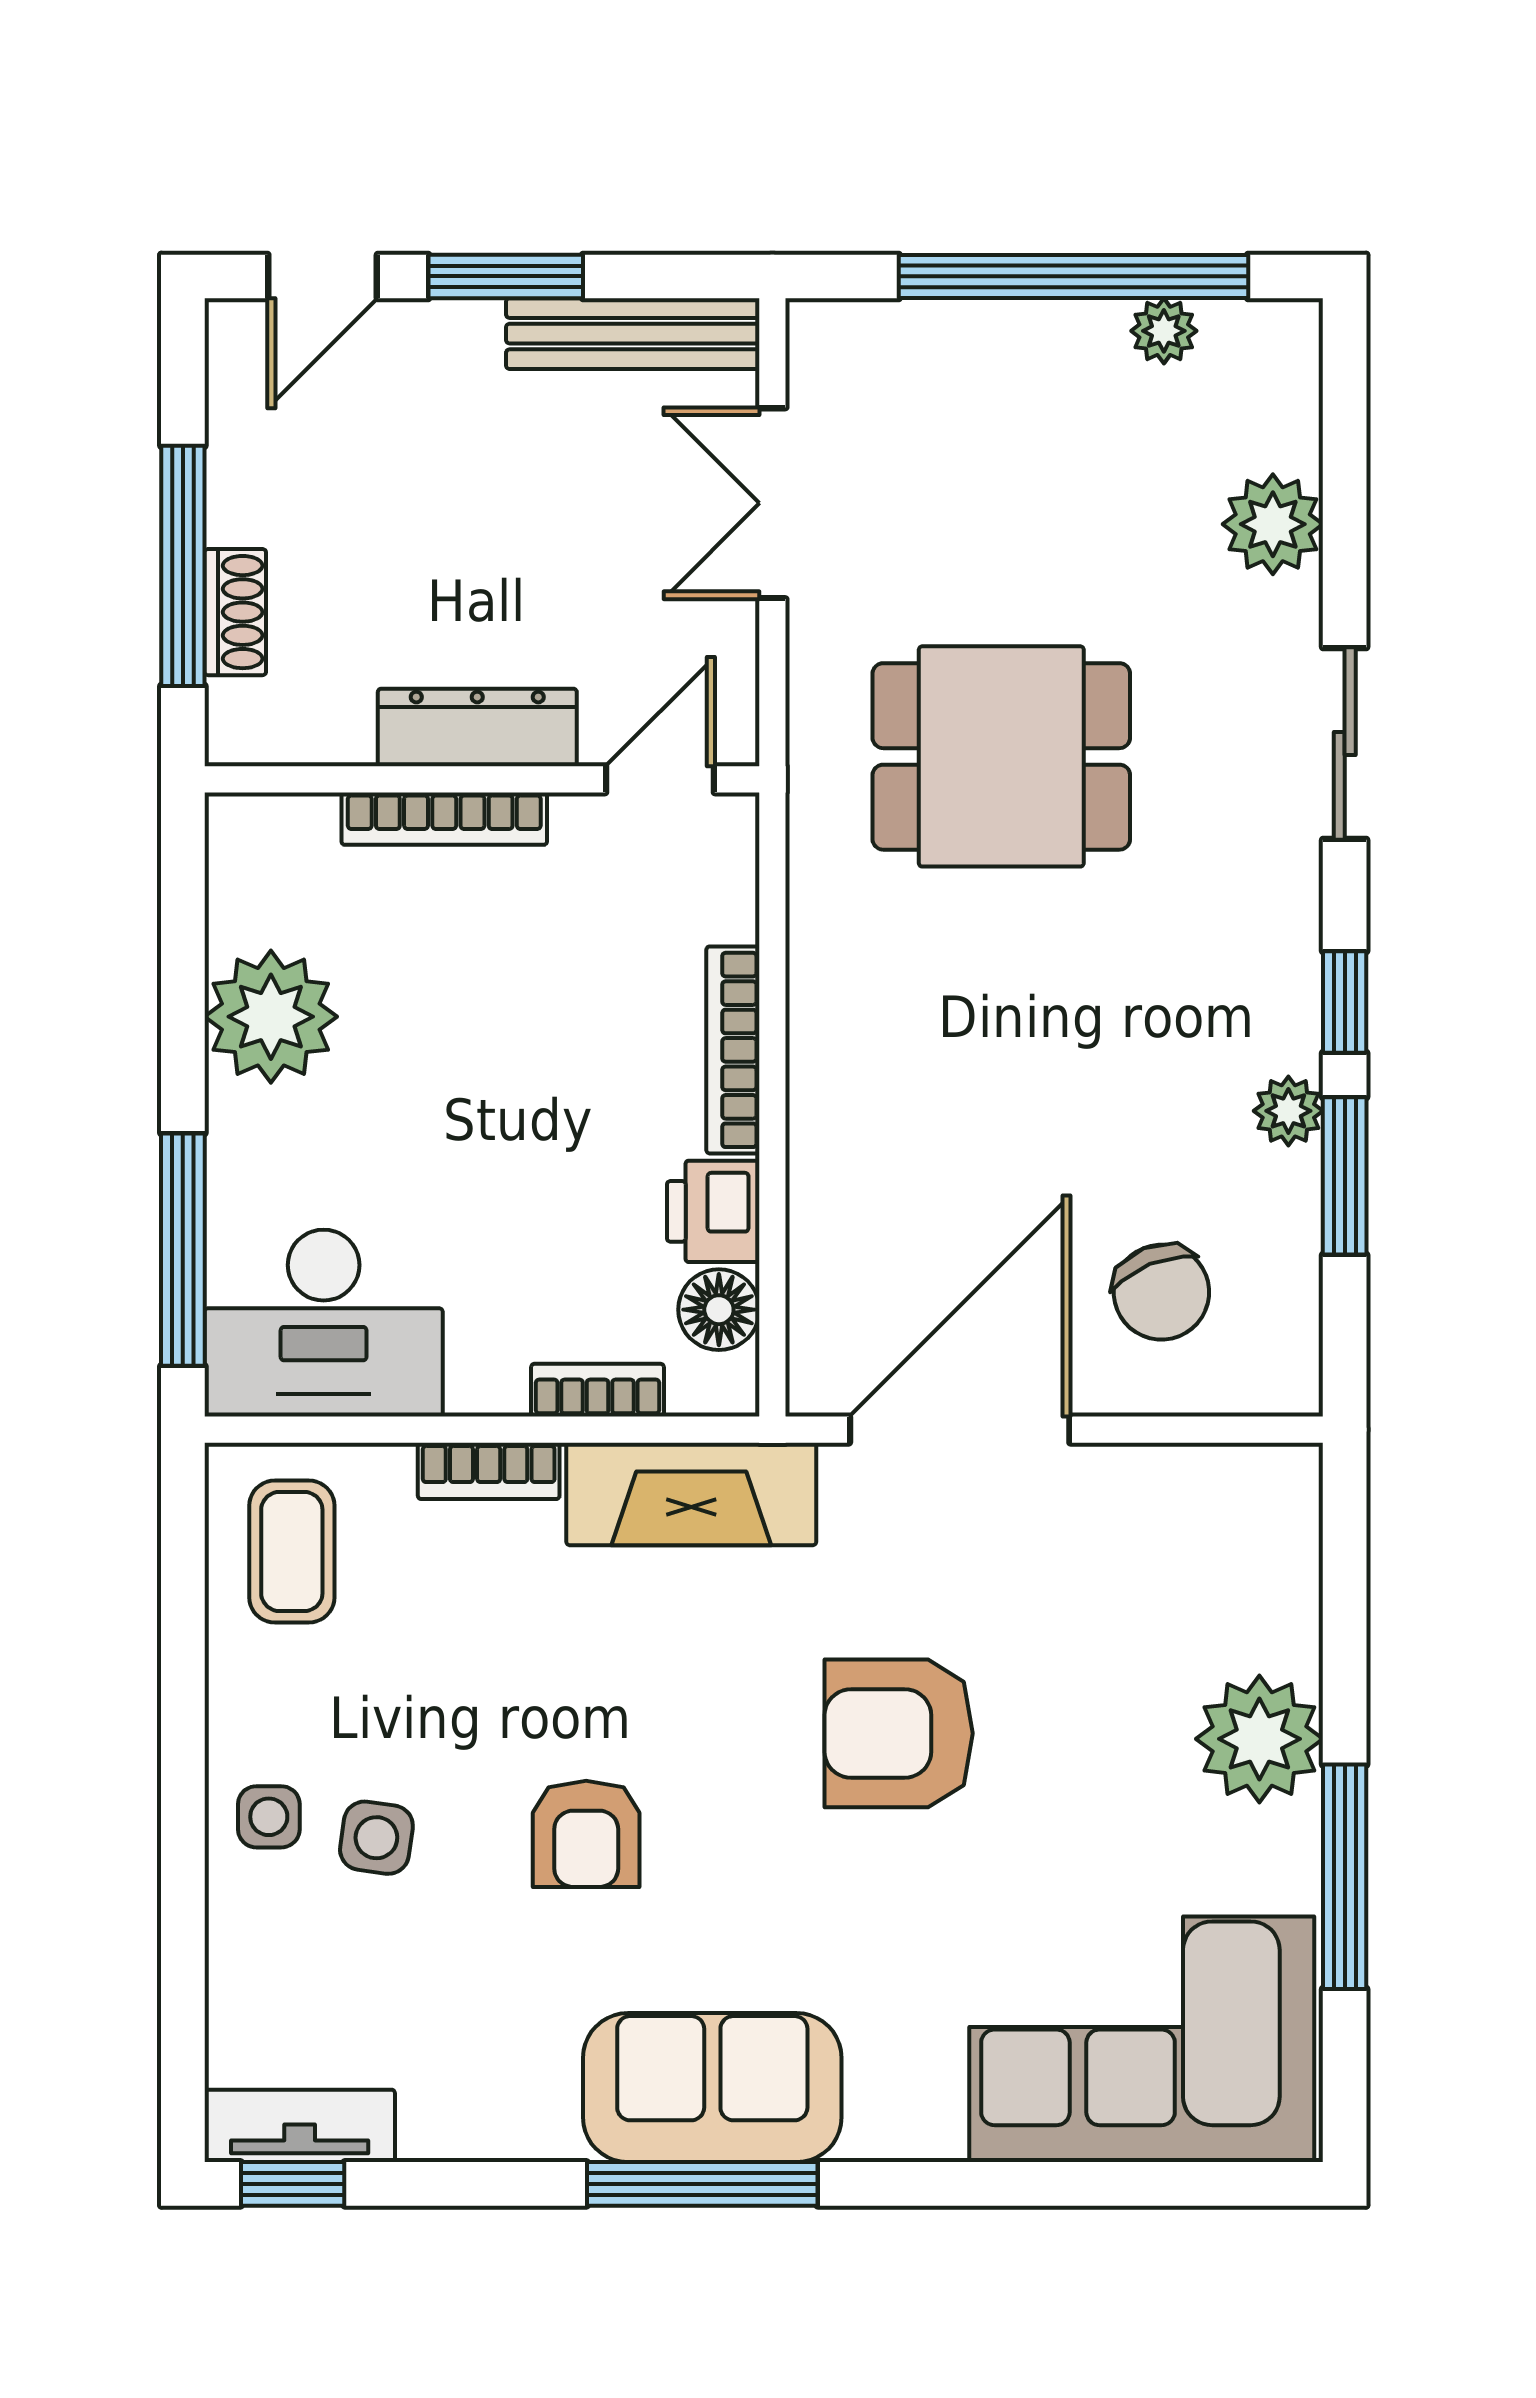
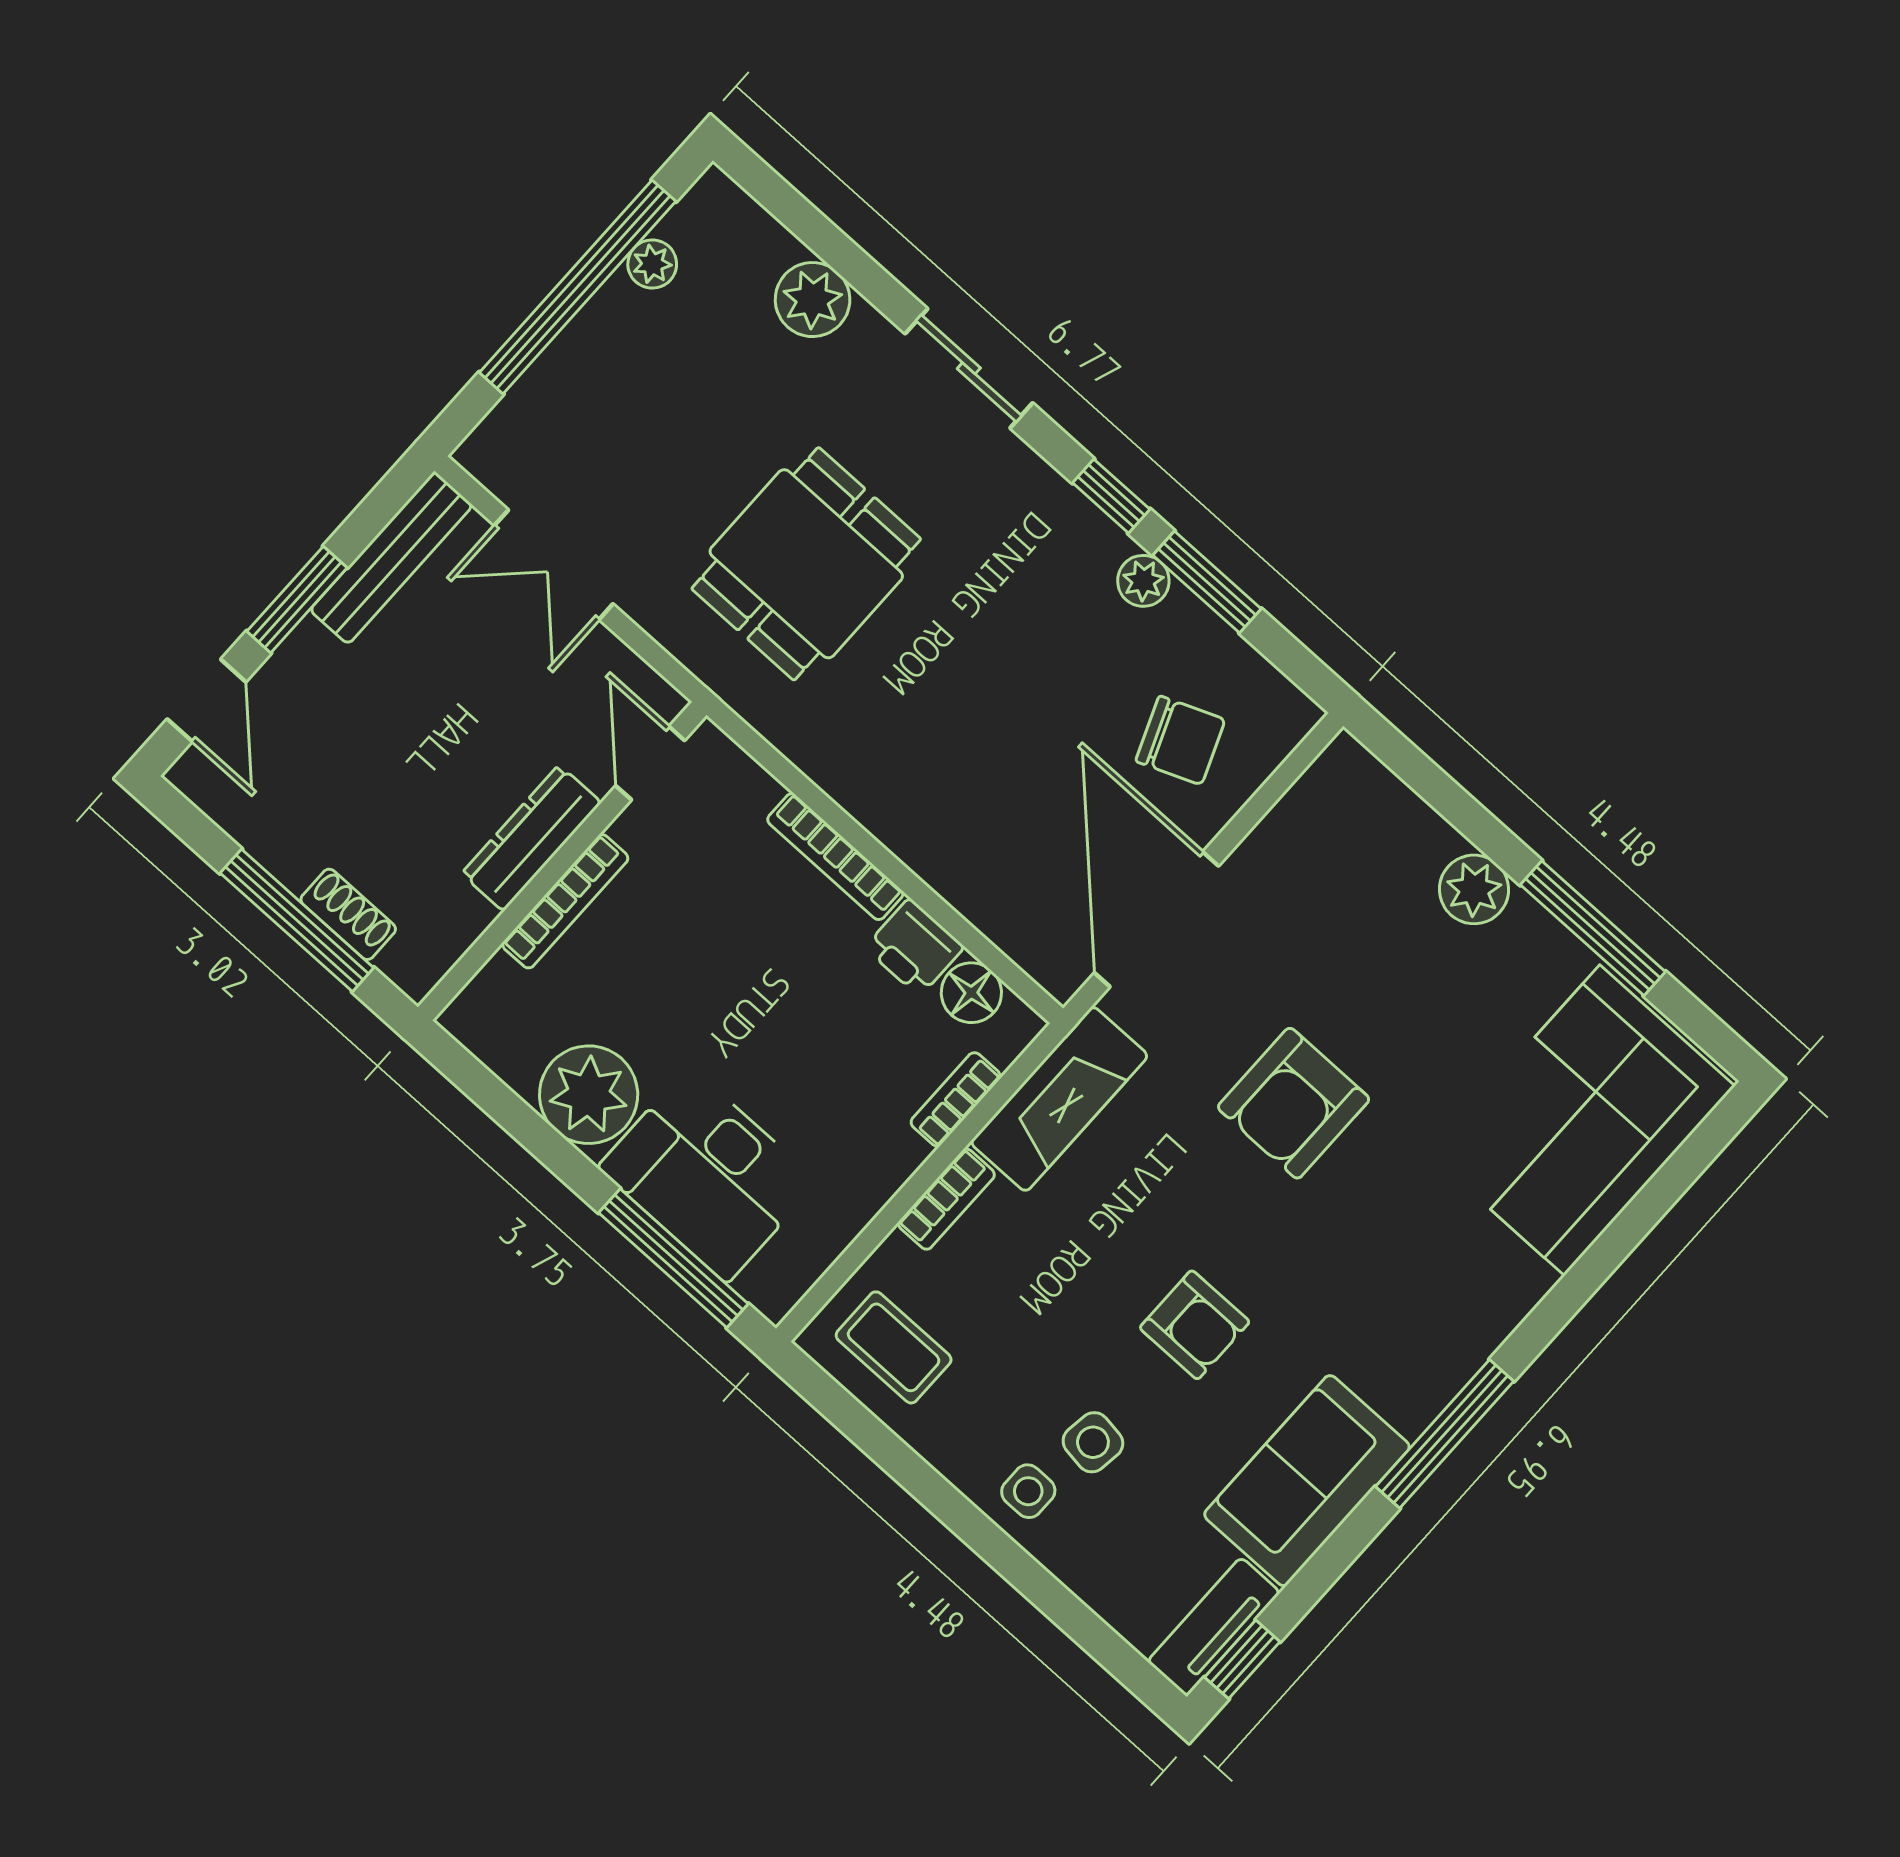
desk: (324, 1323) -> (708, 1175), moved, turned 90
plant: (1259, 1739) -> (1474, 889), width x0.73, depth x0.73
sofa: (712, 2088) -> (1307, 1481), moved

